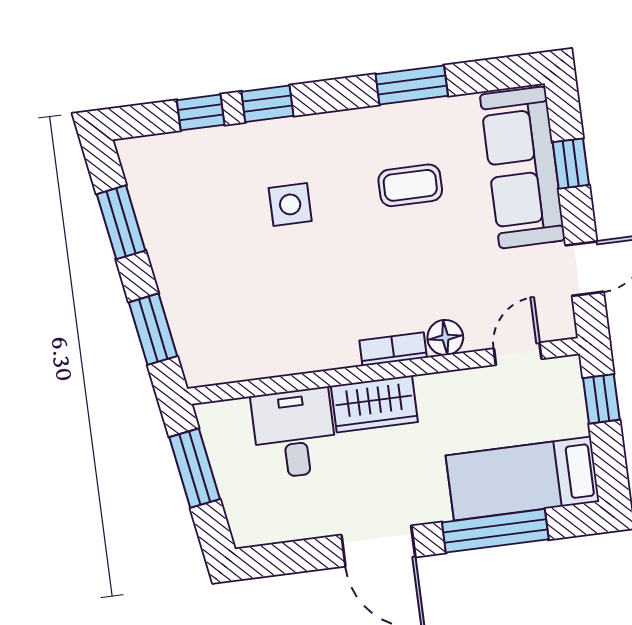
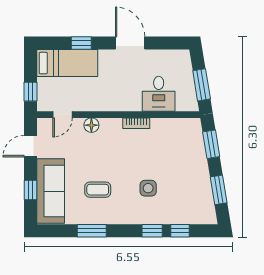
bookcase: (393, 349) -> (136, 123), moved
wardrobe: (374, 404) -> (124, 102), removed
window: (495, 531) -> (81, 43), width x0.46

